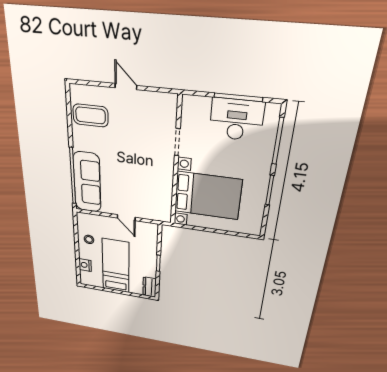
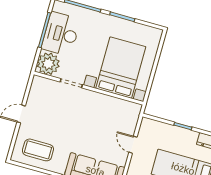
plant: (195, 110) -> (48, 64), added
coffee table: (91, 115) -> (38, 150), turned 90
door: (126, 218) -> (133, 145), swing flipped

